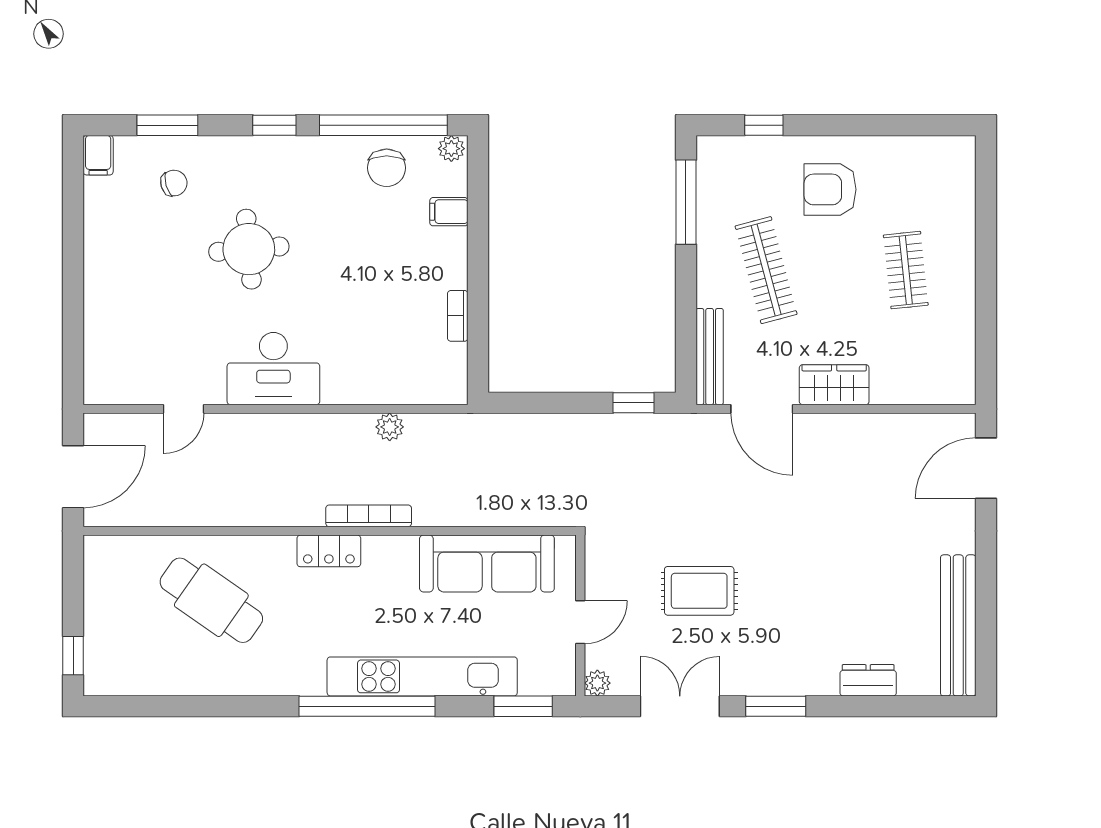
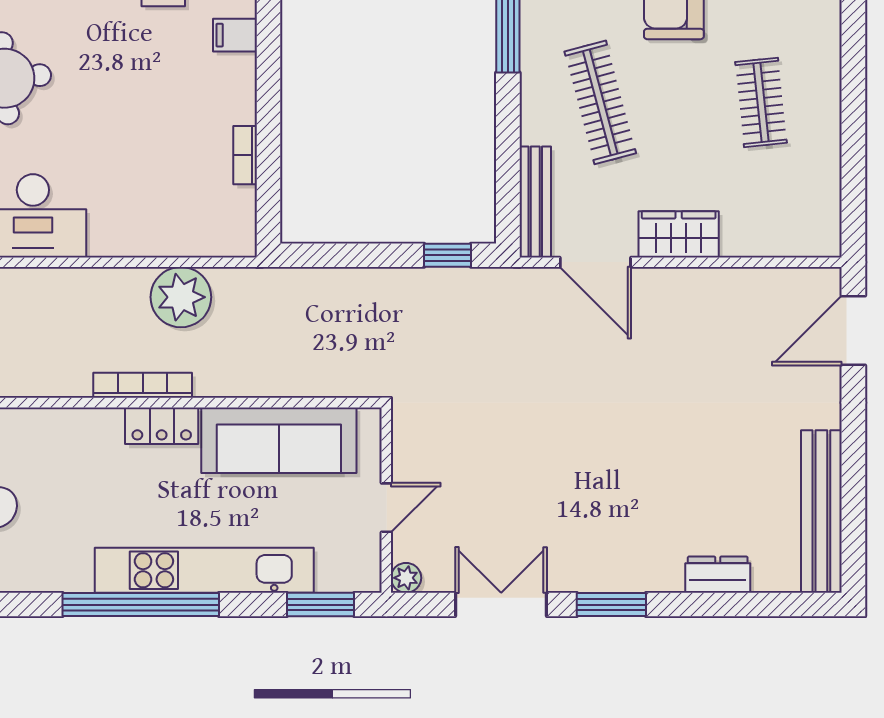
plant: (390, 427) -> (181, 297), width x1.88, depth x1.88
locker: (329, 551) -> (162, 426), moved
rug: (699, 591) -> (523, 472), removed

